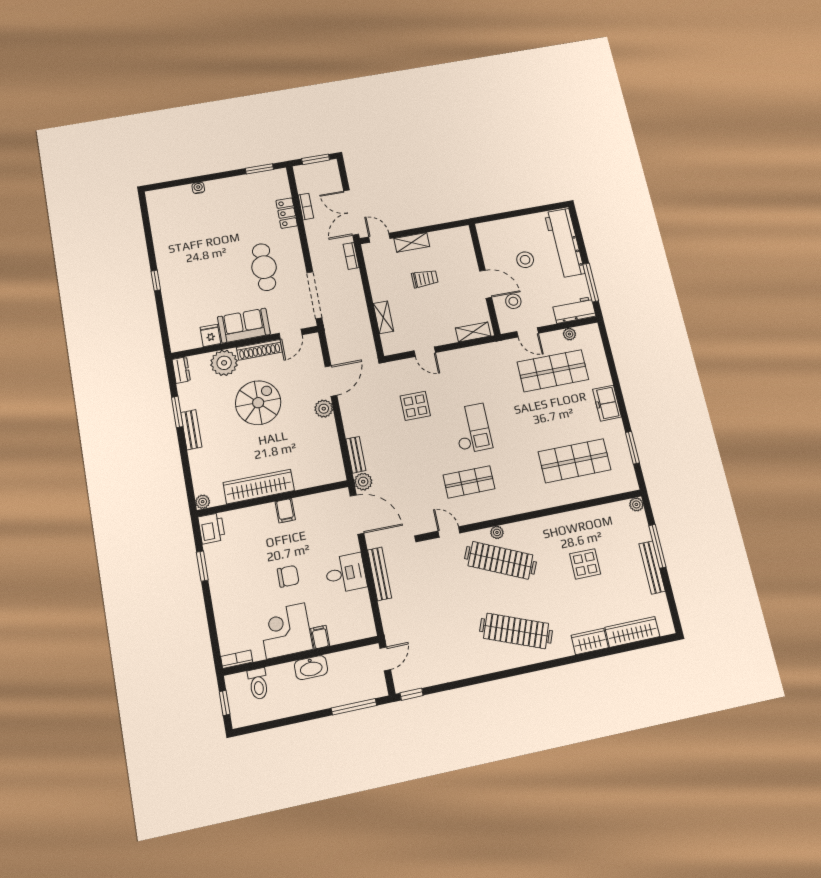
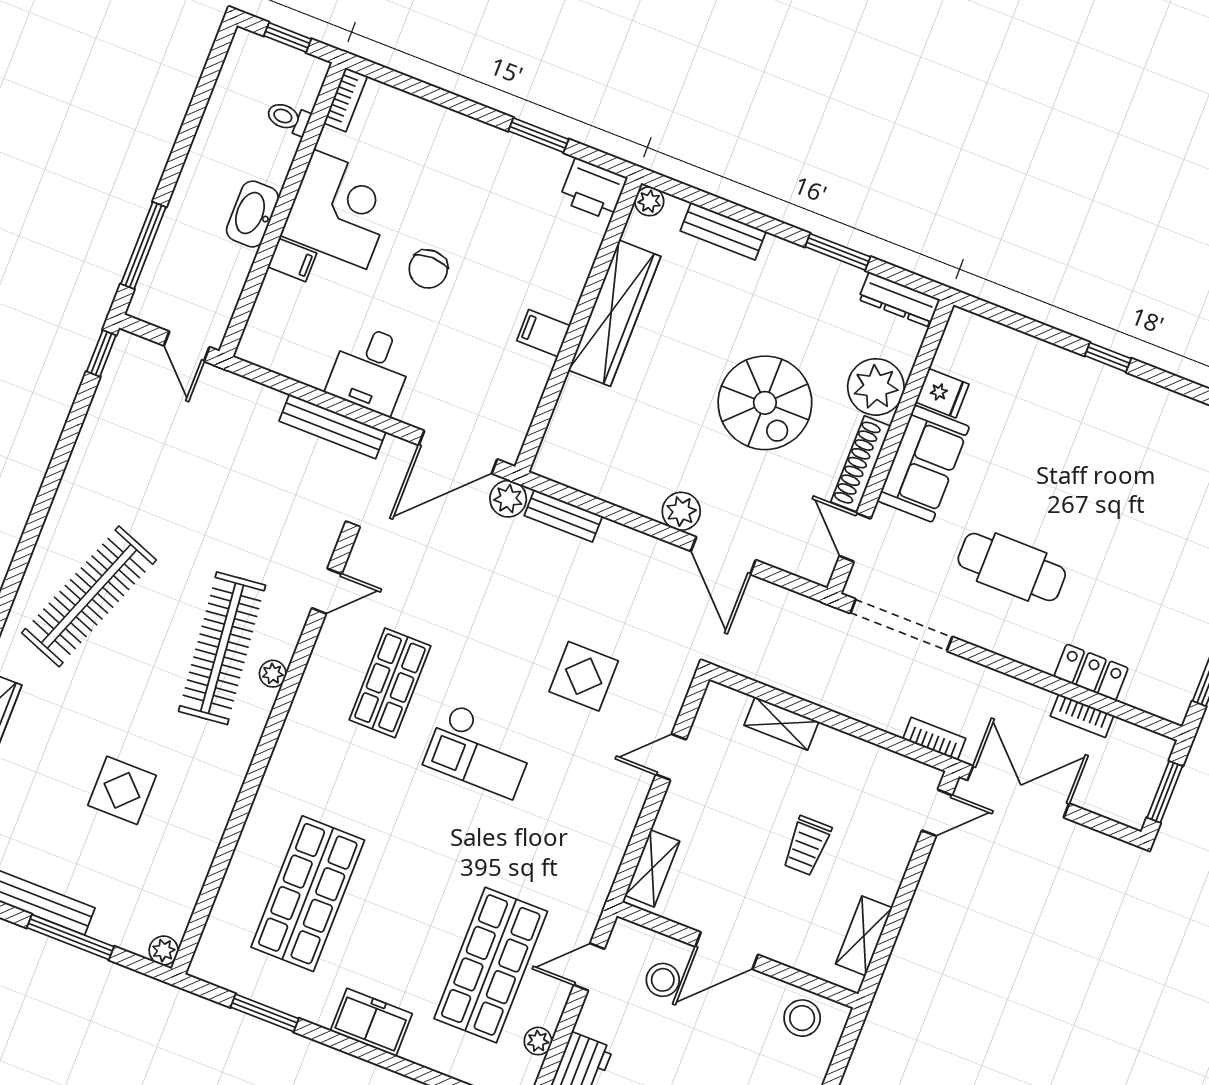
shelving: (412, 242) -> (864, 936), moved
stool: (525, 260) -> (802, 1018), moved
dresser: (181, 370) -> (899, 299), width x1.44
bench: (191, 430) -> (723, 231), moved
clothes rail: (500, 560) -> (222, 648), turned -30
toilet: (258, 684) -> (288, 118), width x0.73, depth x0.72

